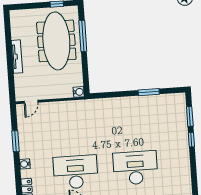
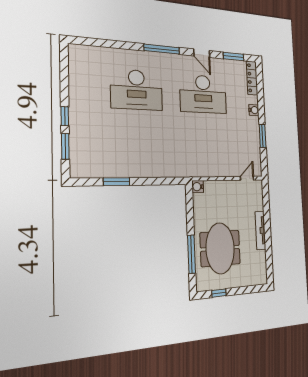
meeting table: (56, 41) -> (220, 248), width x0.73

